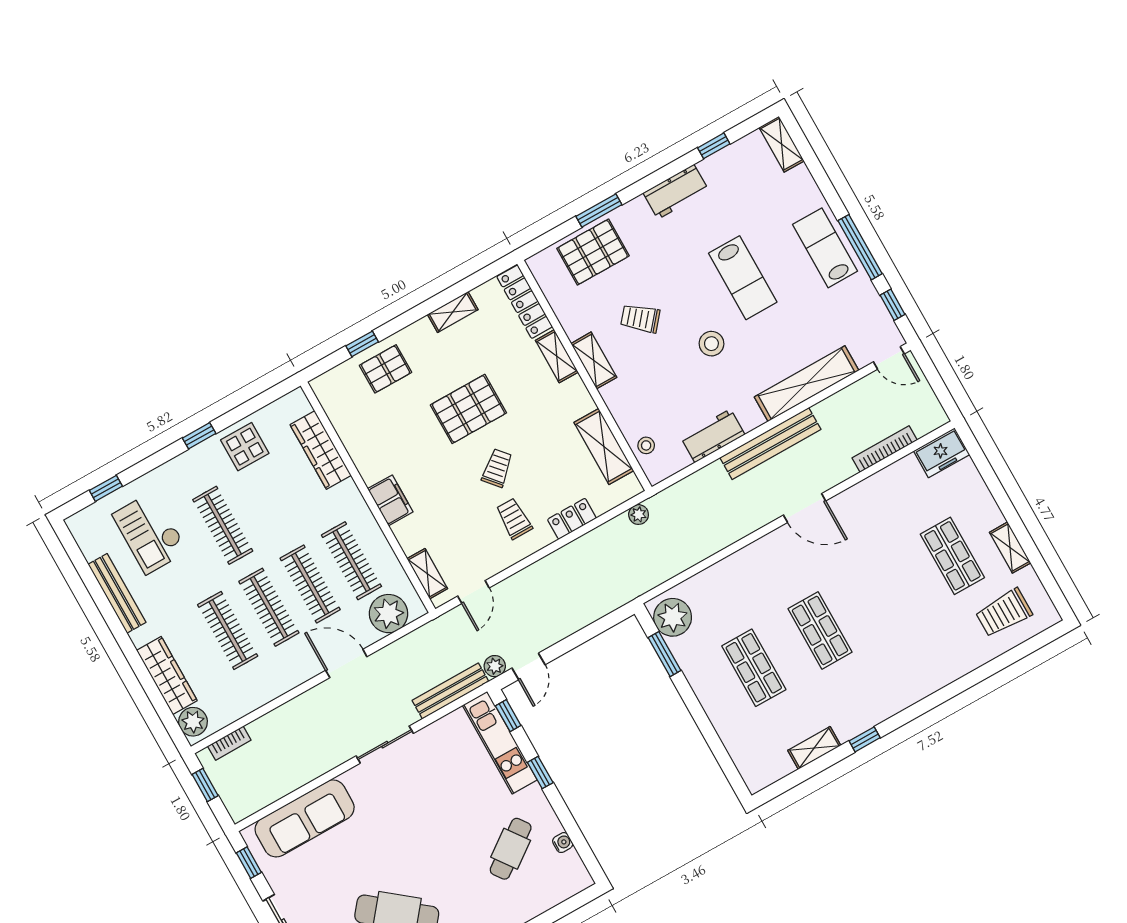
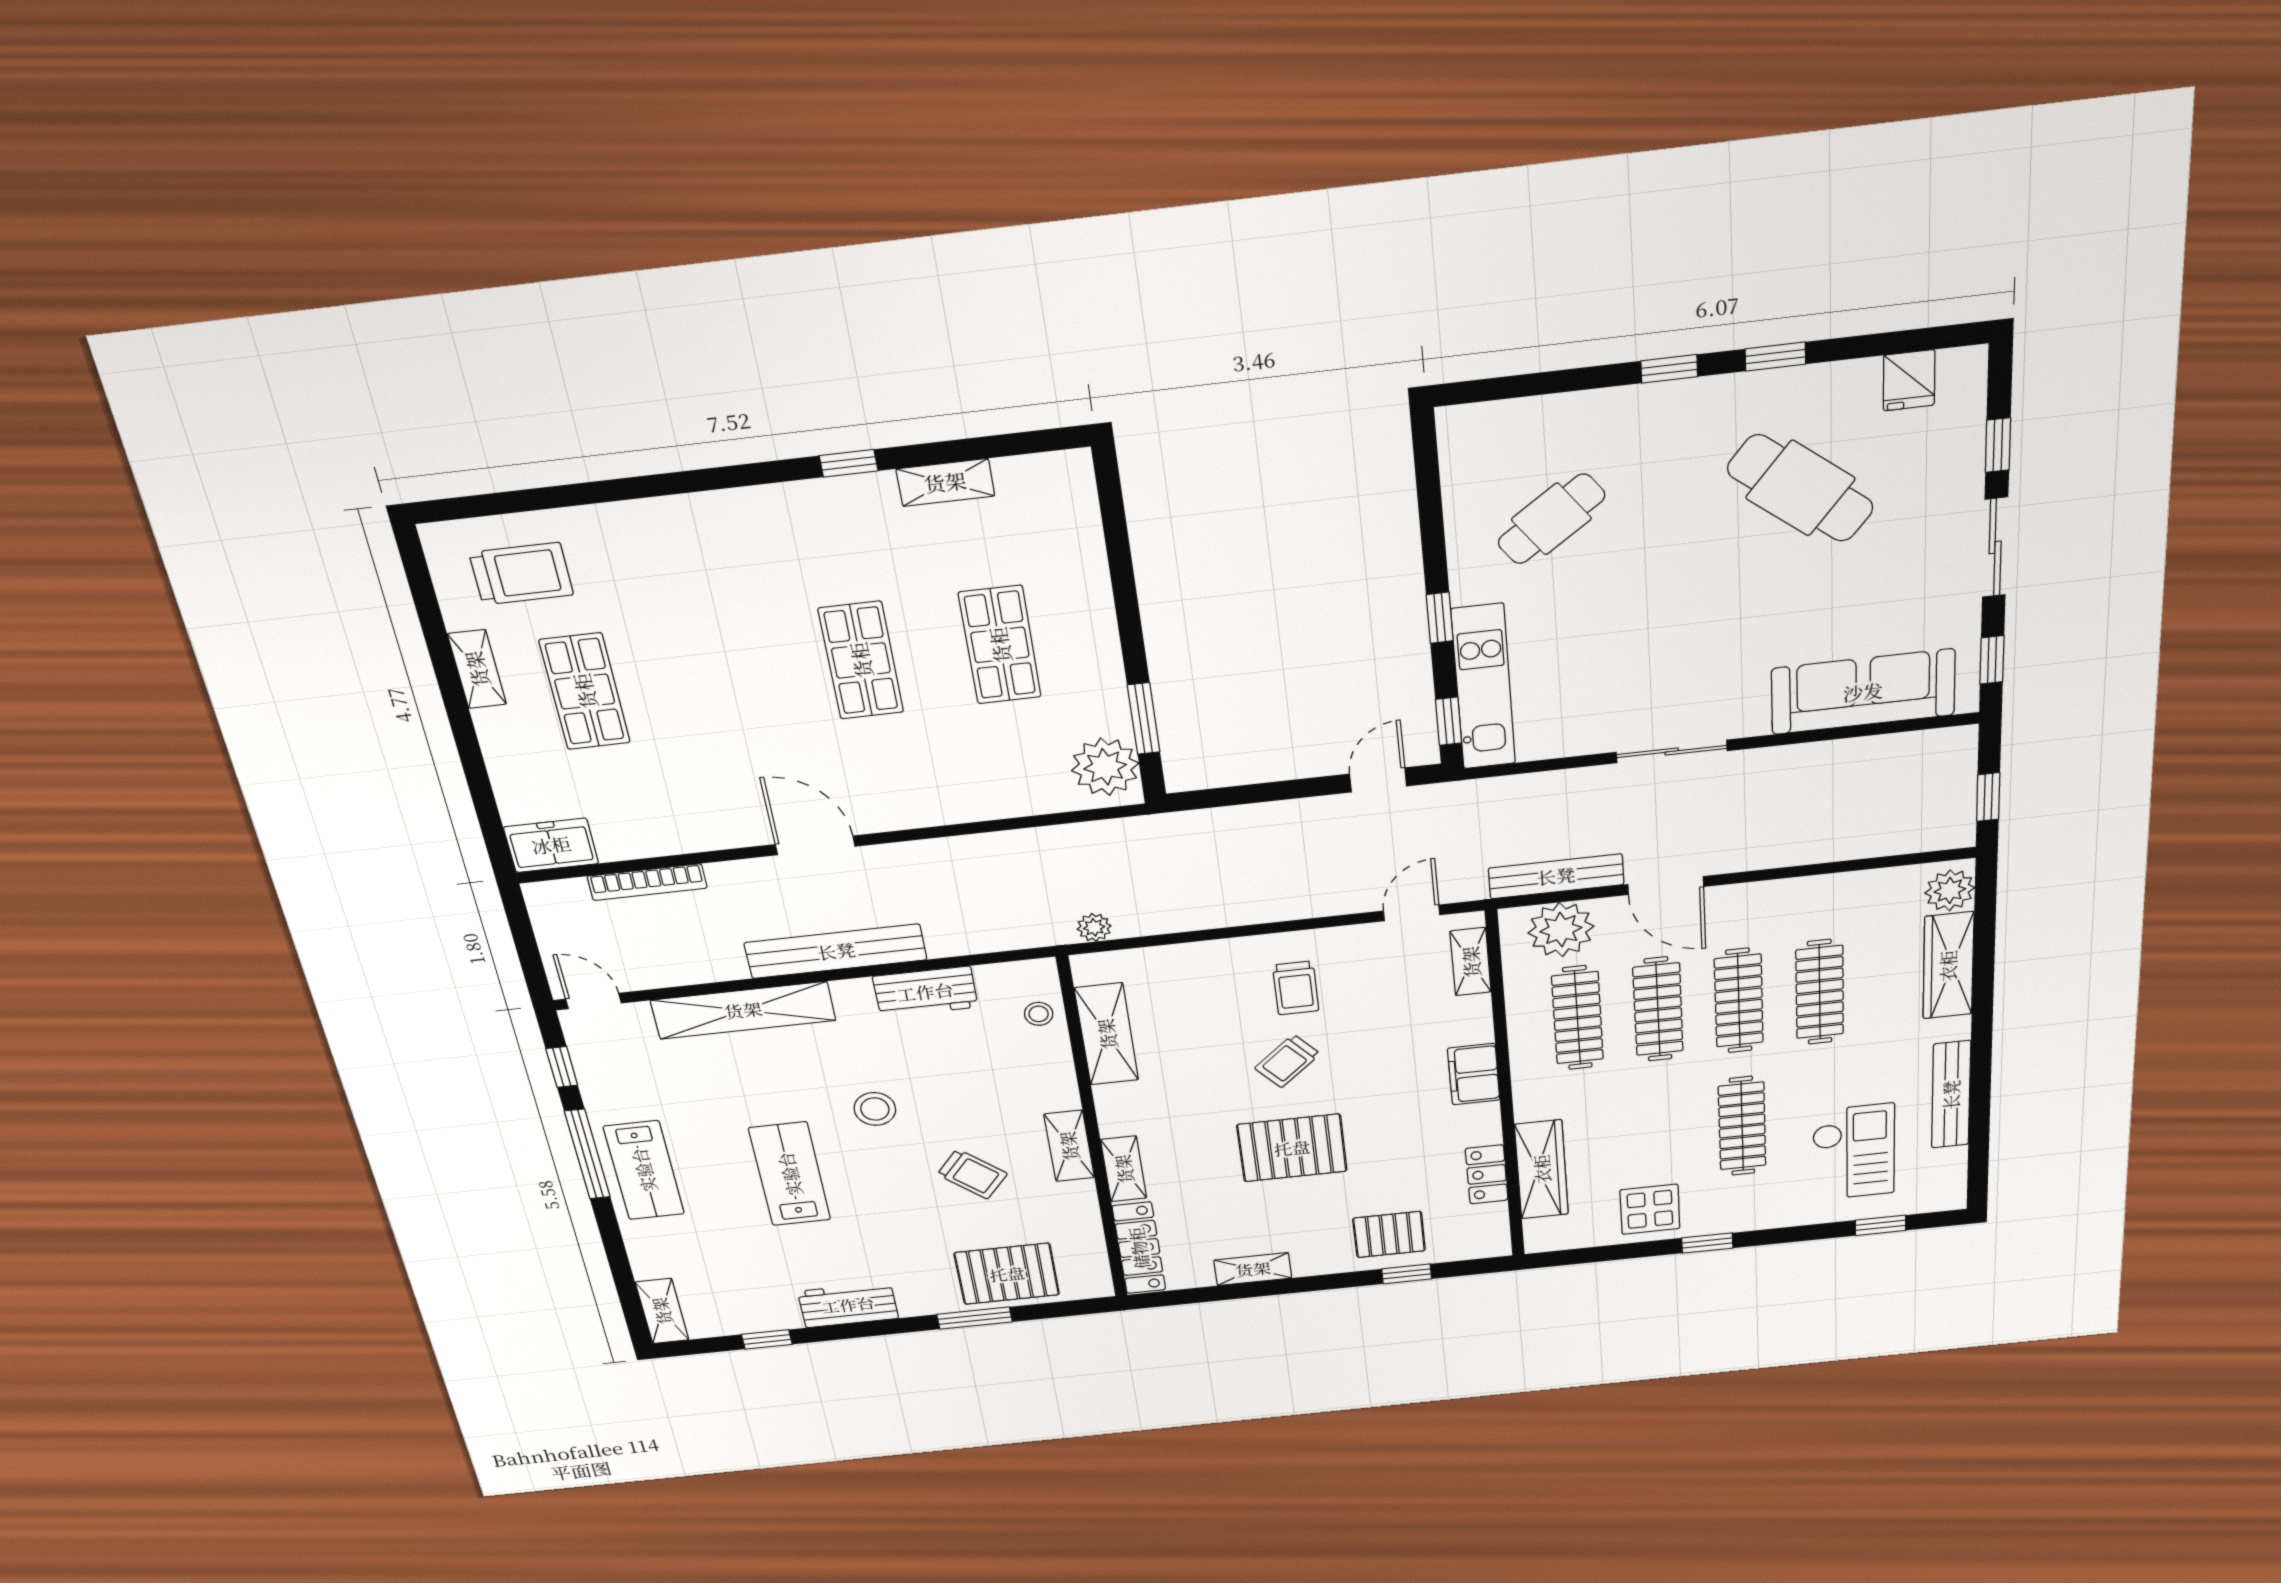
locker: (572, 519) -> (1487, 1174), moved, turned 90
plant: (495, 666) -> (1433, 800), removed
bench: (450, 691) -> (1556, 876), moved
bookcase: (229, 743) -> (1914, 841), removed
water cooler: (563, 843) -> (1458, 495), removed

